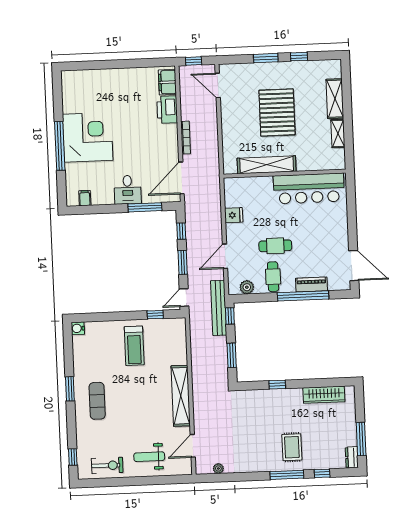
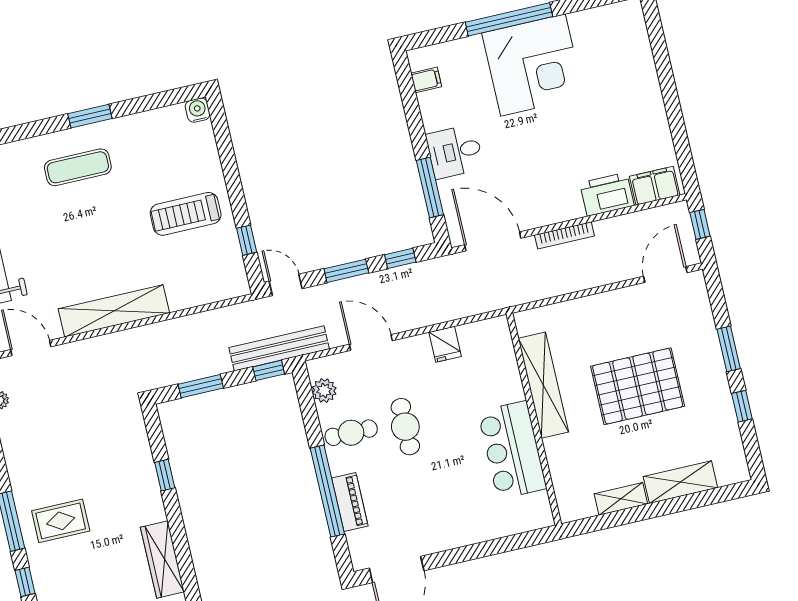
bar counter: (309, 188) -> (512, 450), width x0.73

